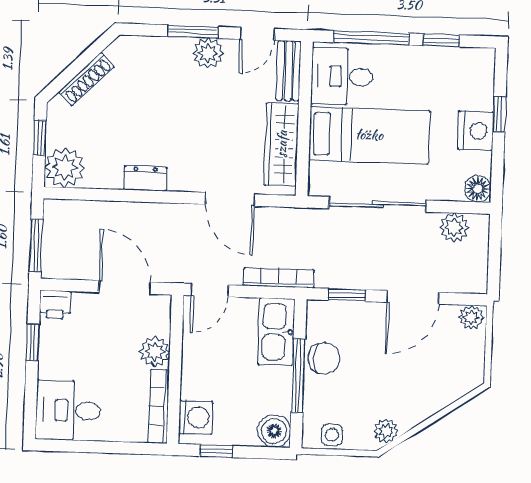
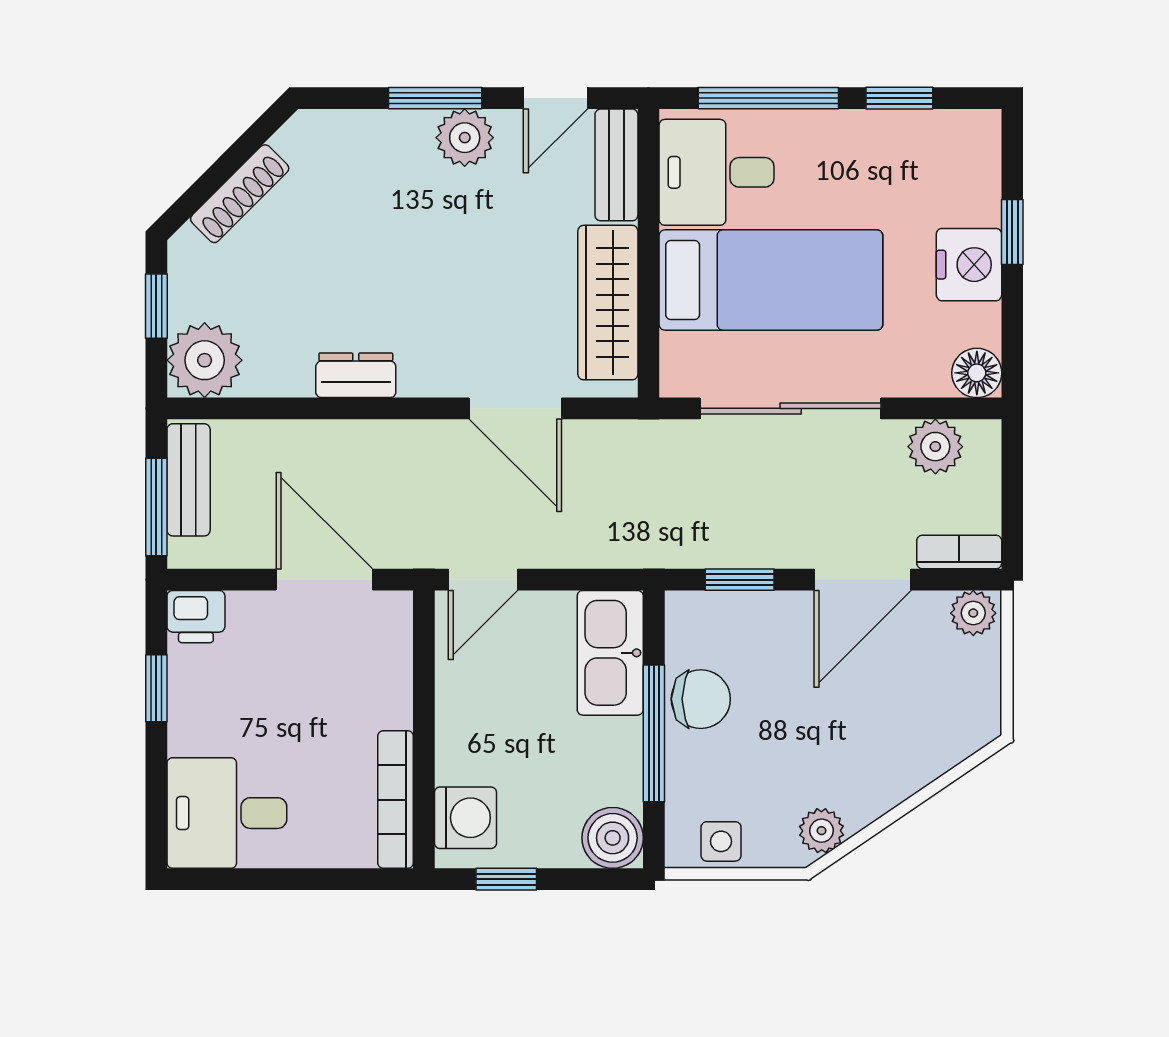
bench: (54, 231) -> (189, 480), added
bookcase: (279, 278) -> (959, 552), moved, width x0.64
plant: (155, 352) -> (385, 698), removed

